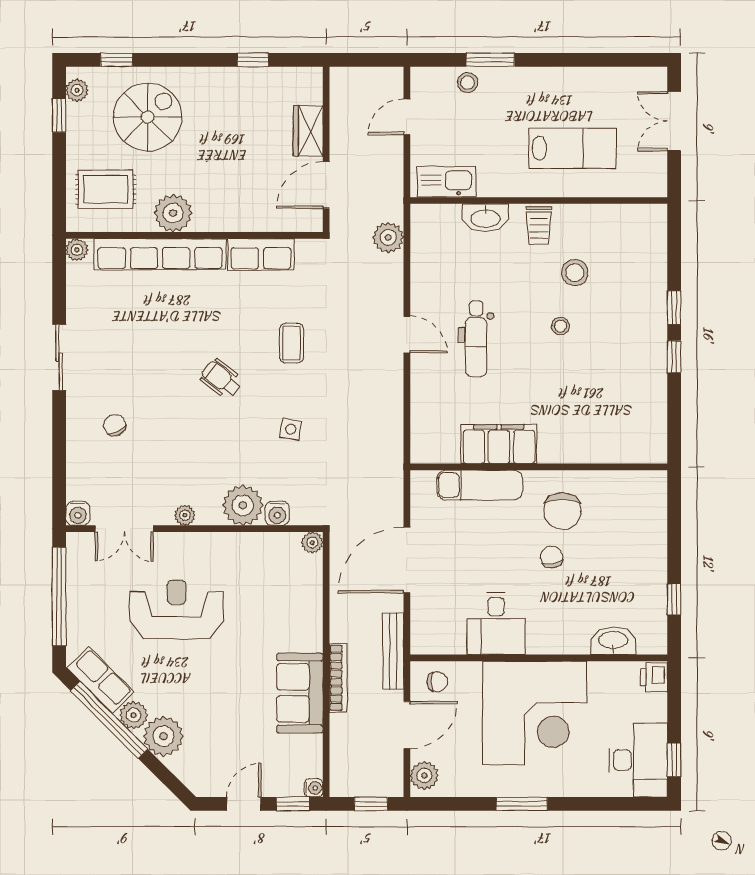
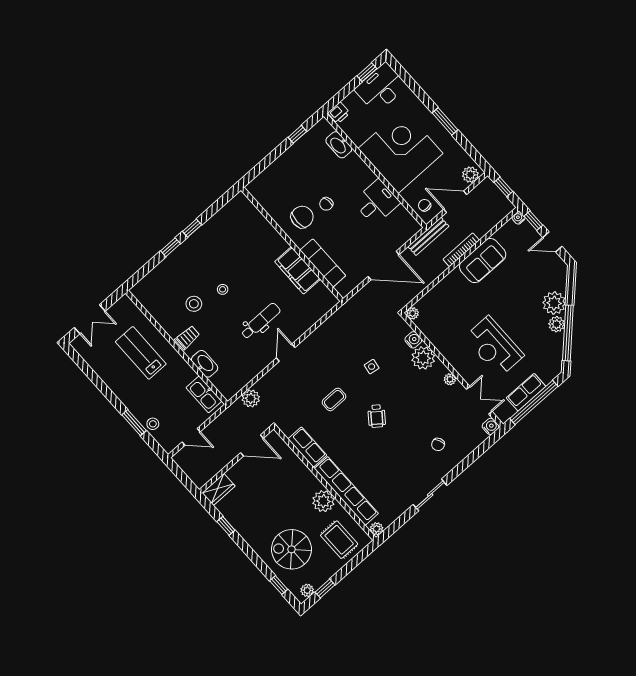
wardrobe: (308, 131) -> (218, 489), moved
row of seats: (101, 680) -> (526, 392), moved, turned 45

